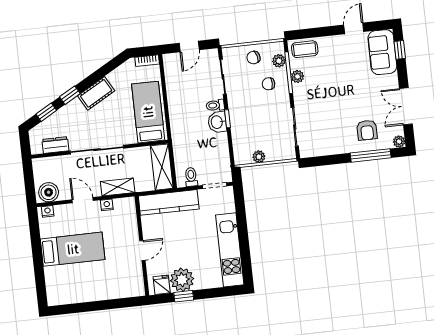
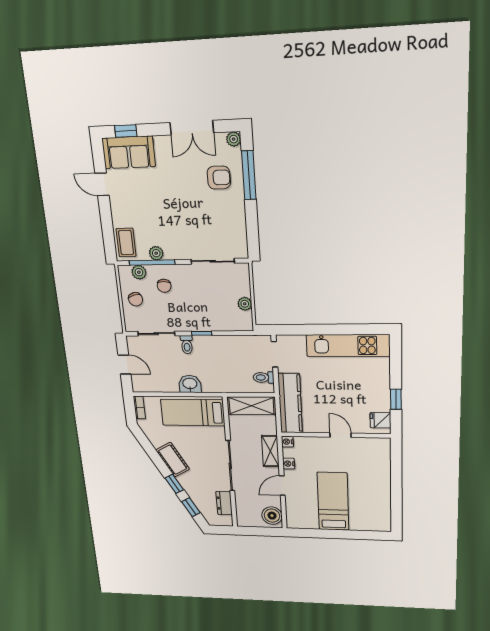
washbasin: (217, 122) -> (190, 384), moved, turned 180
nightstand: (48, 211) -> (287, 442), moved
plant: (182, 280) -> (377, 399), removed

